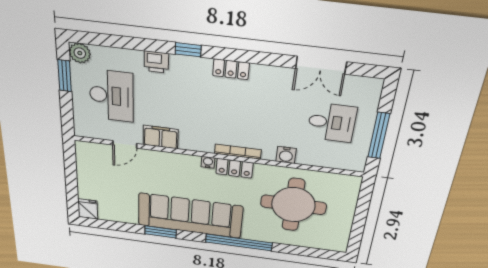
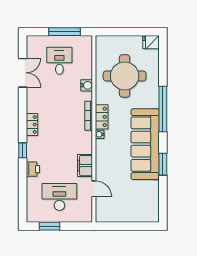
plant: (80, 53) -> (33, 216), removed
fridge: (88, 209) -> (151, 42), moved

